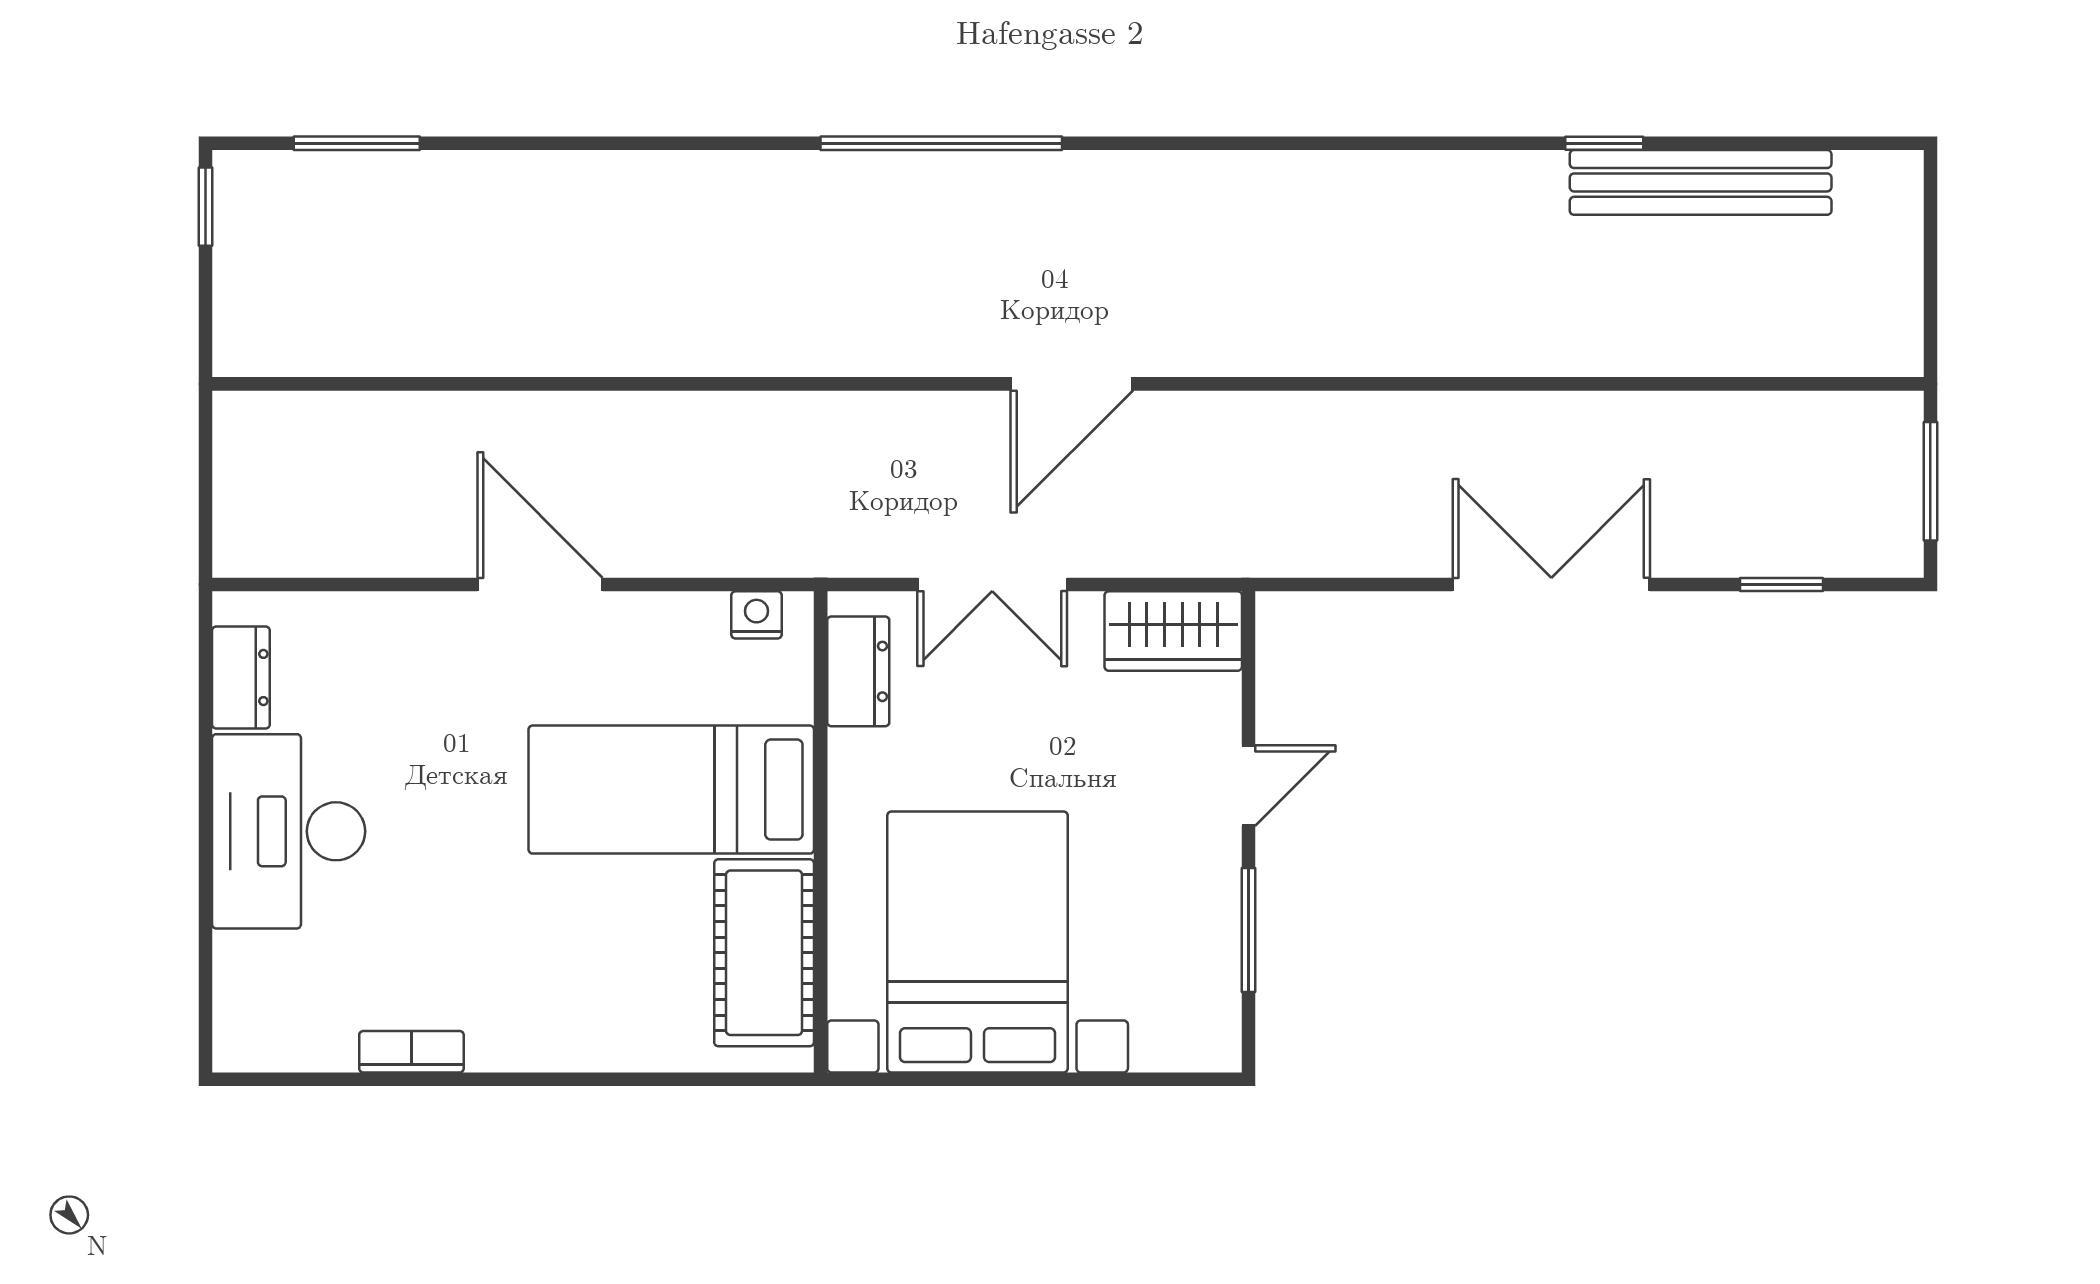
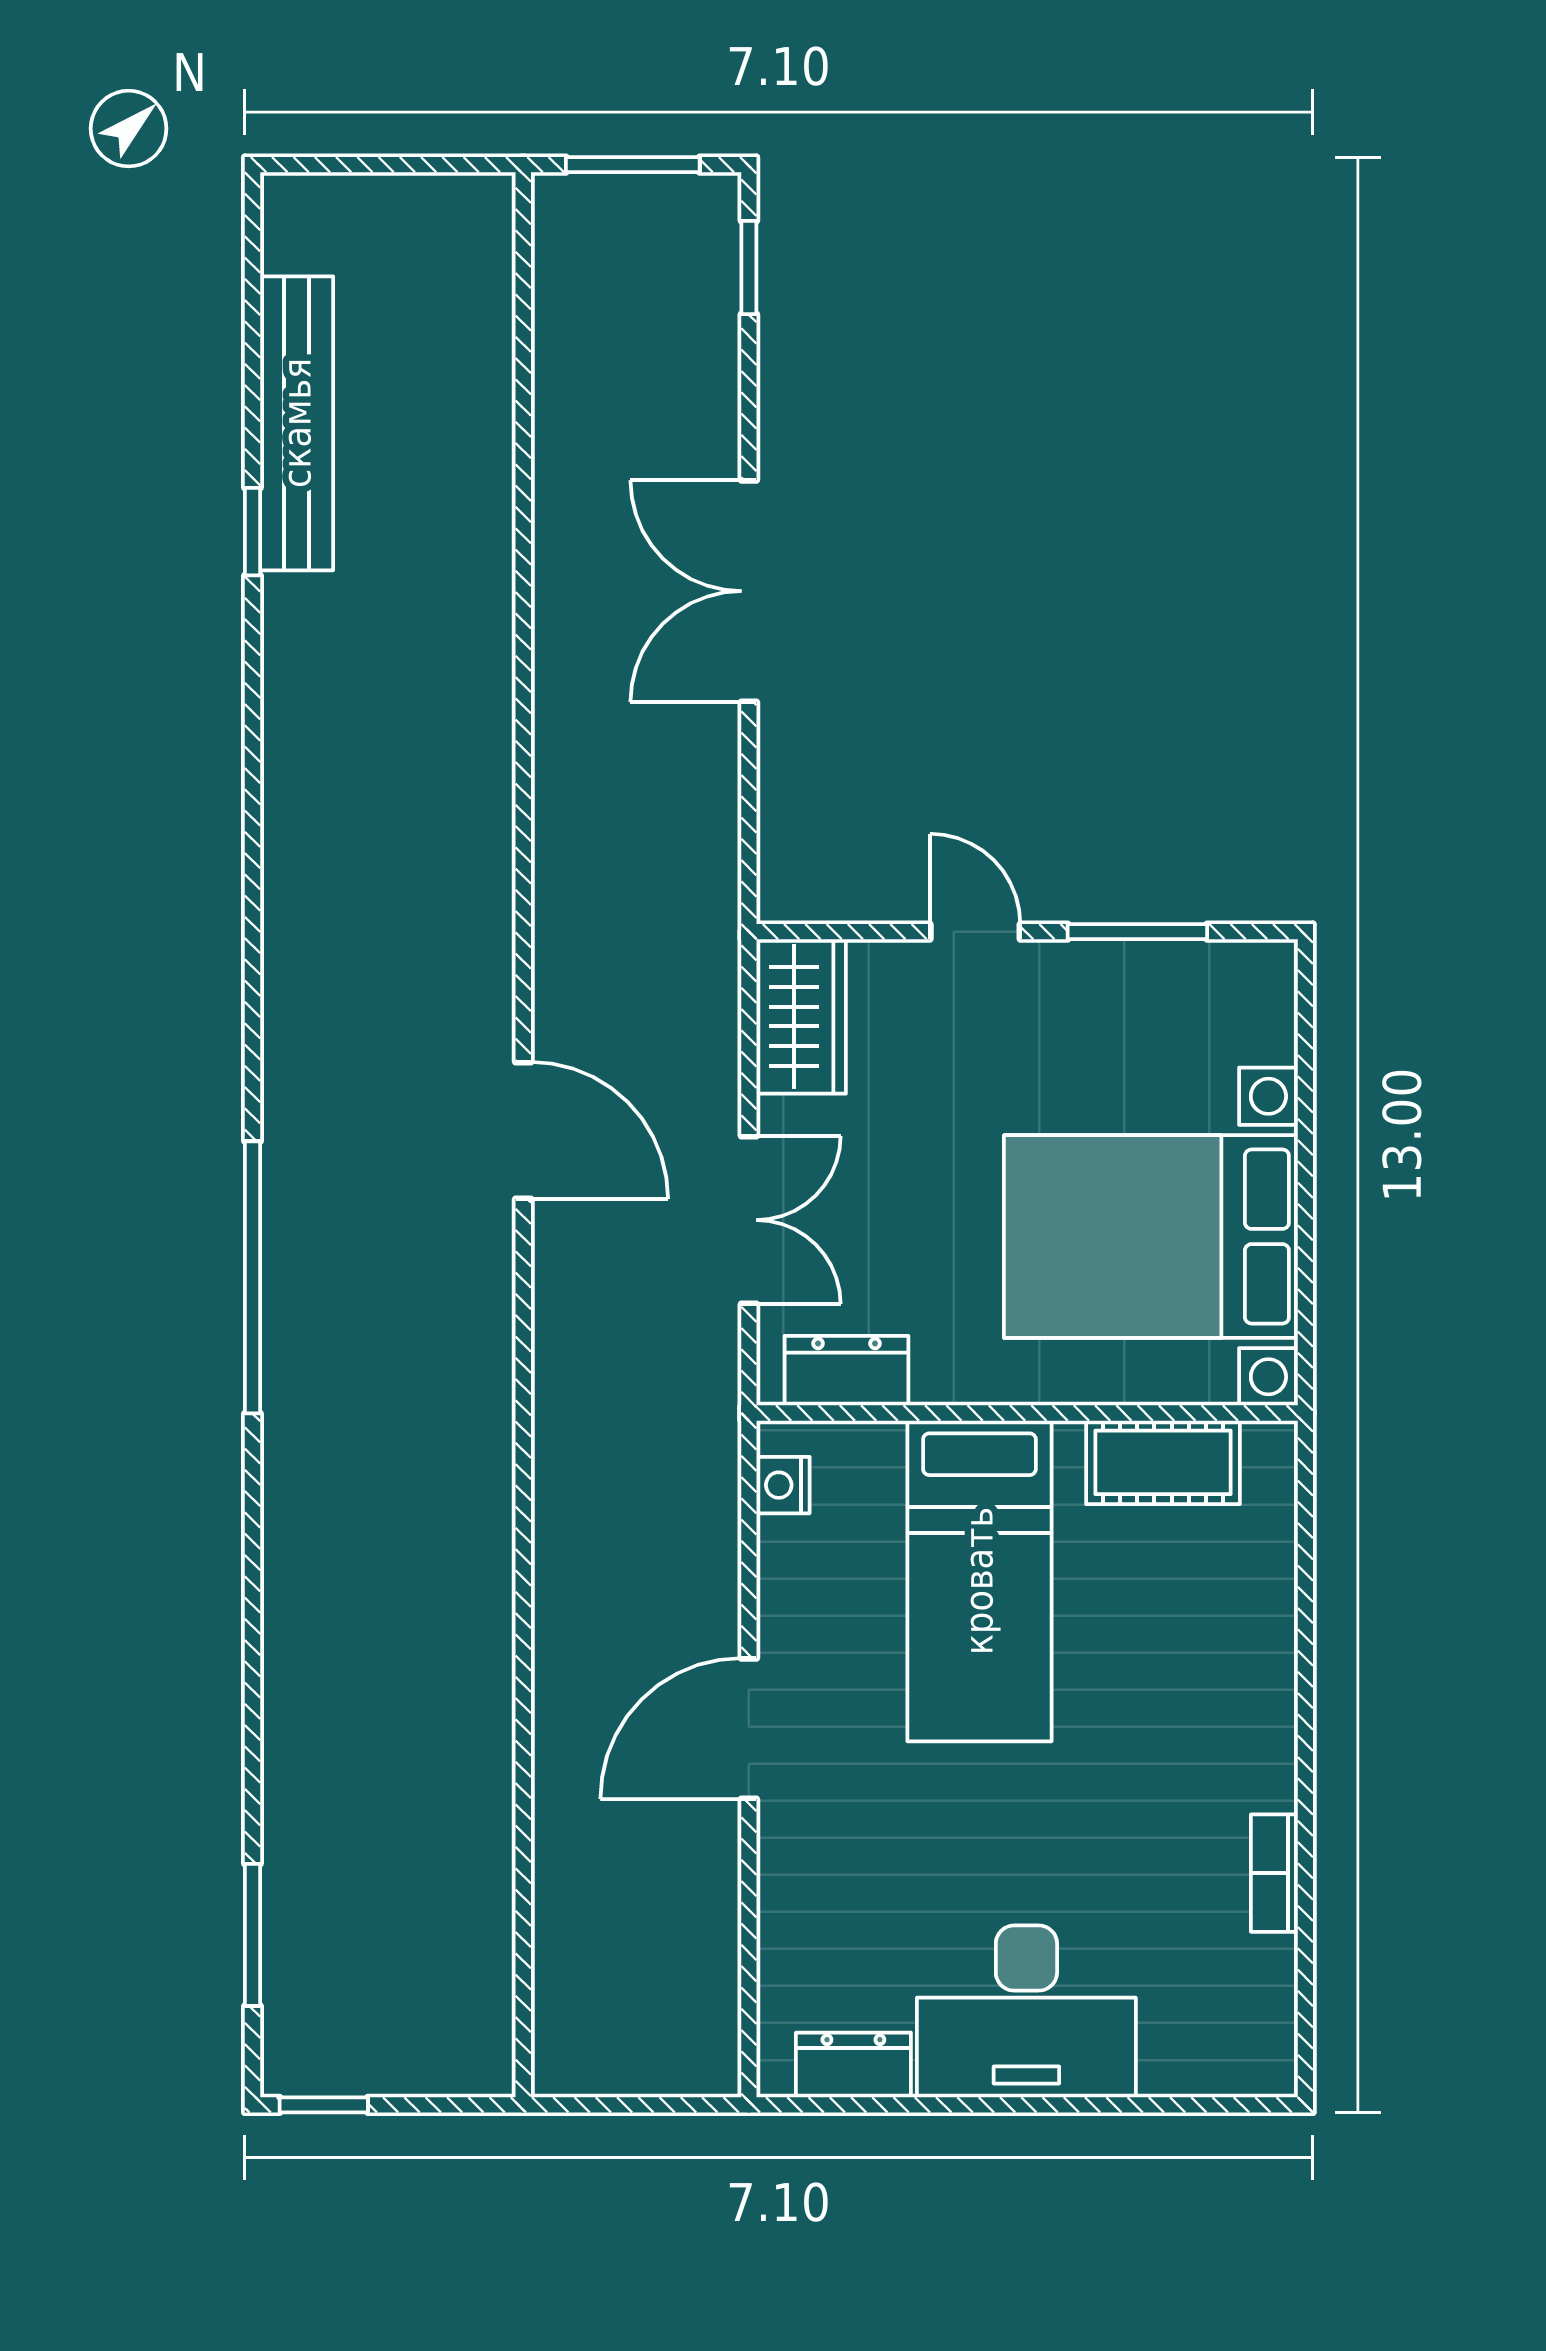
window: (1781, 585) -> (749, 267), moved
cot: (764, 953) -> (1163, 1462), width x0.73, depth x0.75

